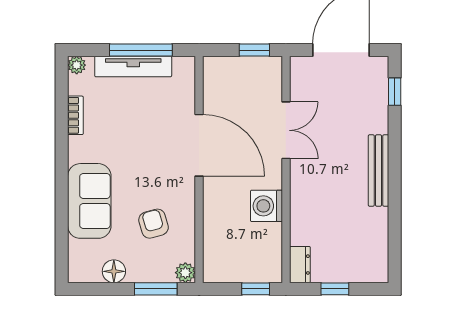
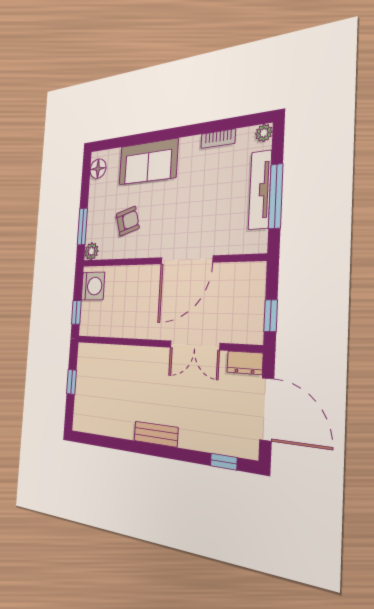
bench: (378, 170) -> (156, 434), width x0.73
washing machine: (267, 206) -> (93, 286), moved, turned 90
dresser: (300, 265) -> (245, 363), moved
floor lamp: (114, 271) -> (98, 169), moved

